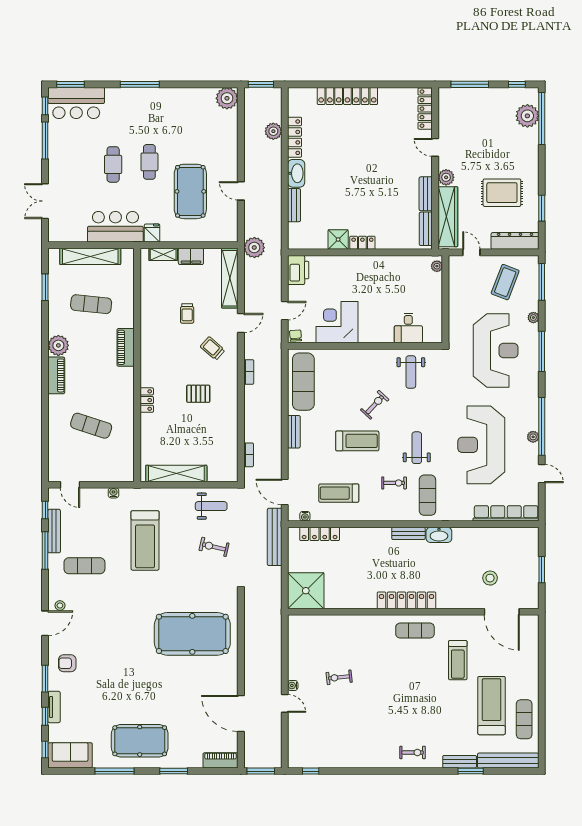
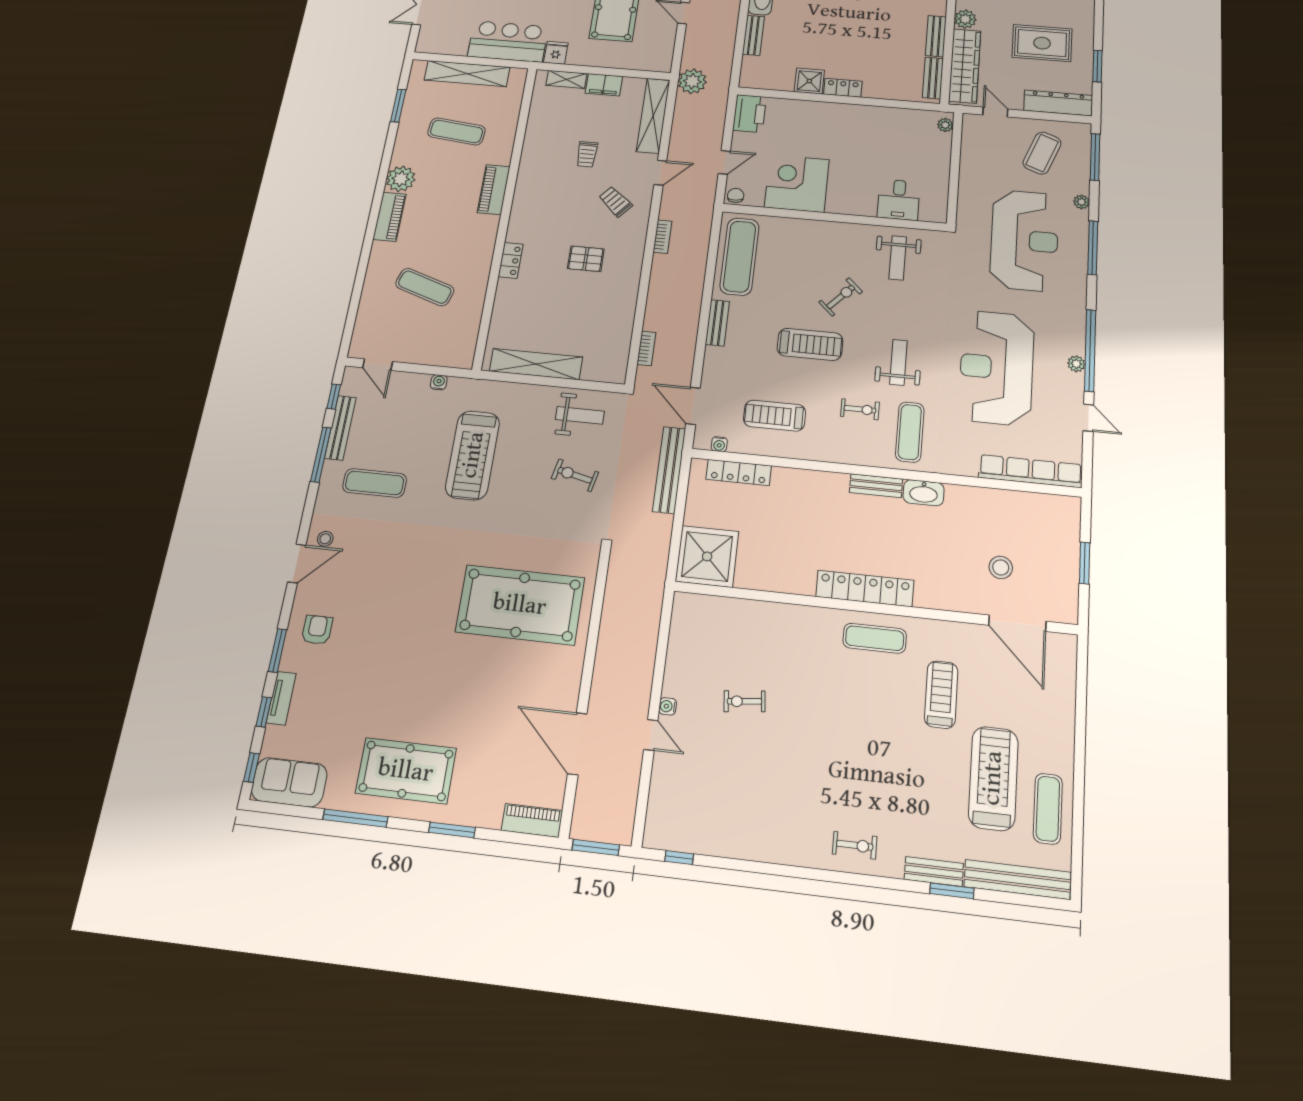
treadmill: (458, 660) -> (941, 695), turned 180
armchair: (67, 663) -> (317, 630), turned 90

